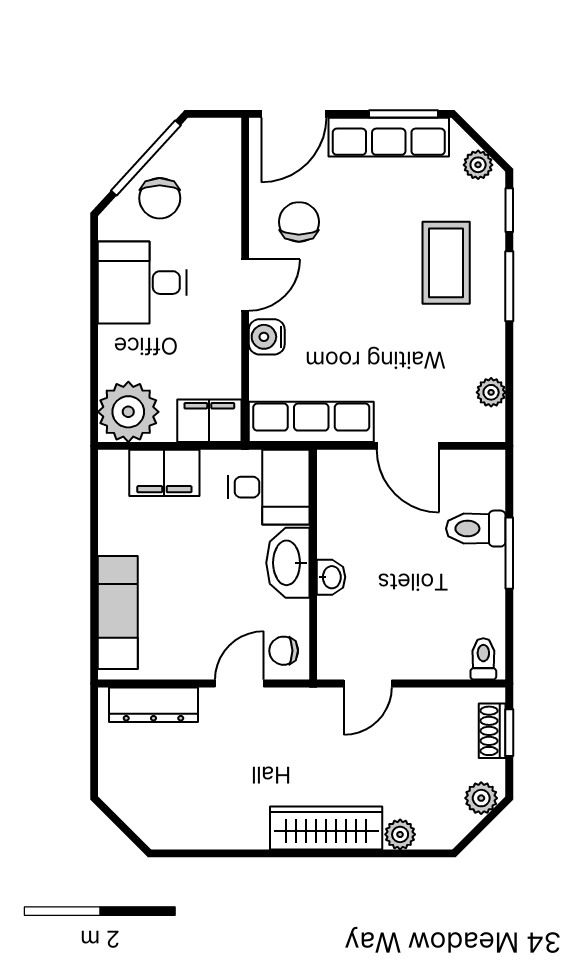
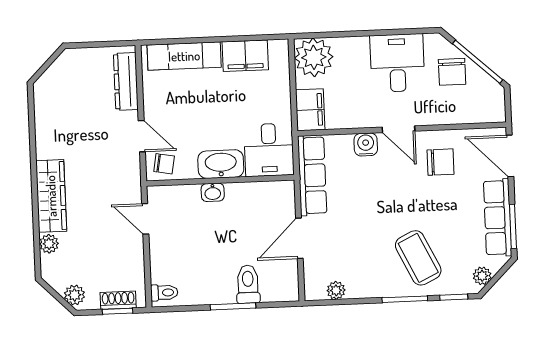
chair: (160, 198) -> (452, 72), turned -90
coffee table: (446, 263) -> (418, 258), turned 64
filing cabinet: (164, 473) -> (245, 56), moved, turned -90
chair: (284, 651) -> (164, 164), turned 100

